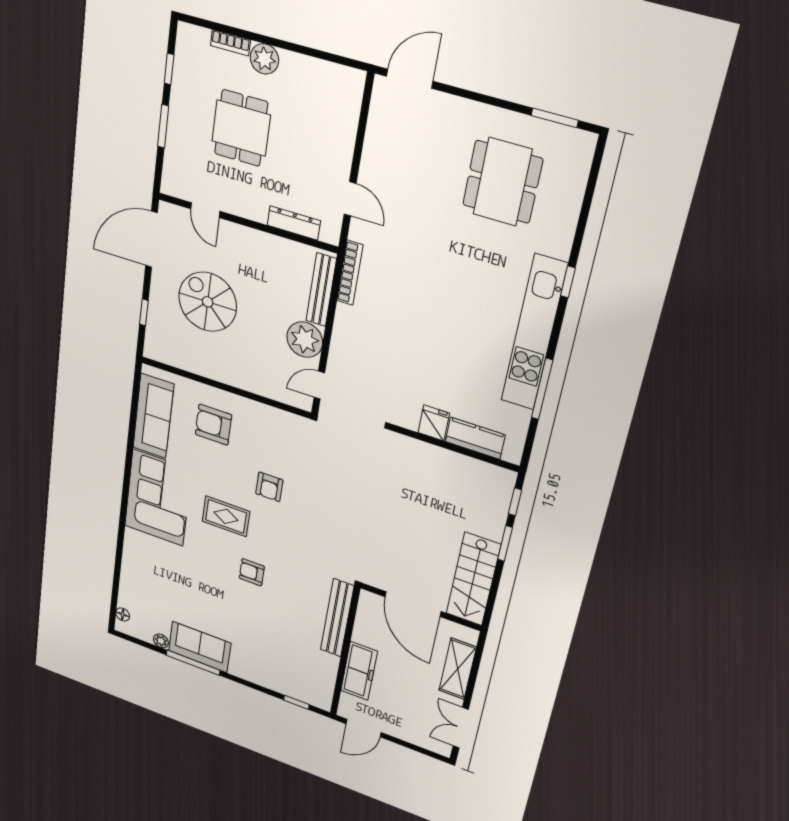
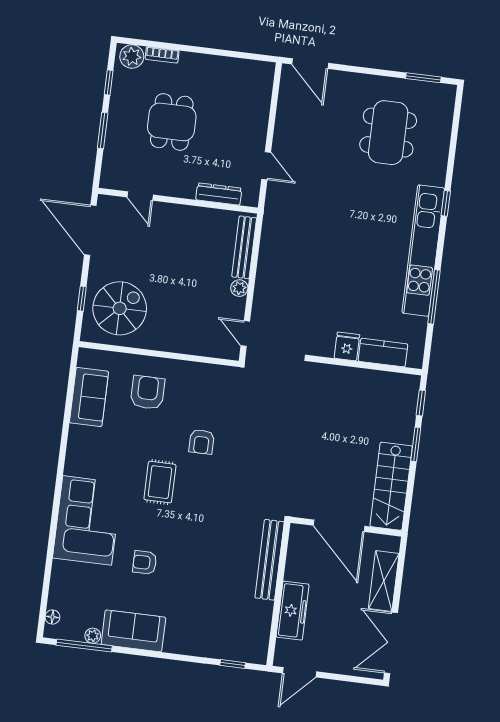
plant: (264, 59) -> (132, 56), moved
door: (410, 79) -> (310, 64), swing flipped
door: (151, 239) -> (90, 230), hinge flipped
bookcase: (350, 273) -> (268, 228), removed
spiral stairs: (208, 302) -> (120, 308), moved, turned 90
plant: (305, 340) -> (239, 288), width x0.53, depth x0.53
door: (319, 385) -> (245, 333), hinge flipped
sofa: (153, 416) -> (89, 397), width x0.73
armchair: (213, 425) -> (148, 393), turned 90
corner sofa: (158, 498) -> (87, 520), moved
rug: (226, 516) -> (160, 482), turned 90
armchair: (252, 572) -> (145, 562), moved
window: (193, 663) -> (84, 646), moved
double door: (461, 728) -> (391, 643), width x1.37

